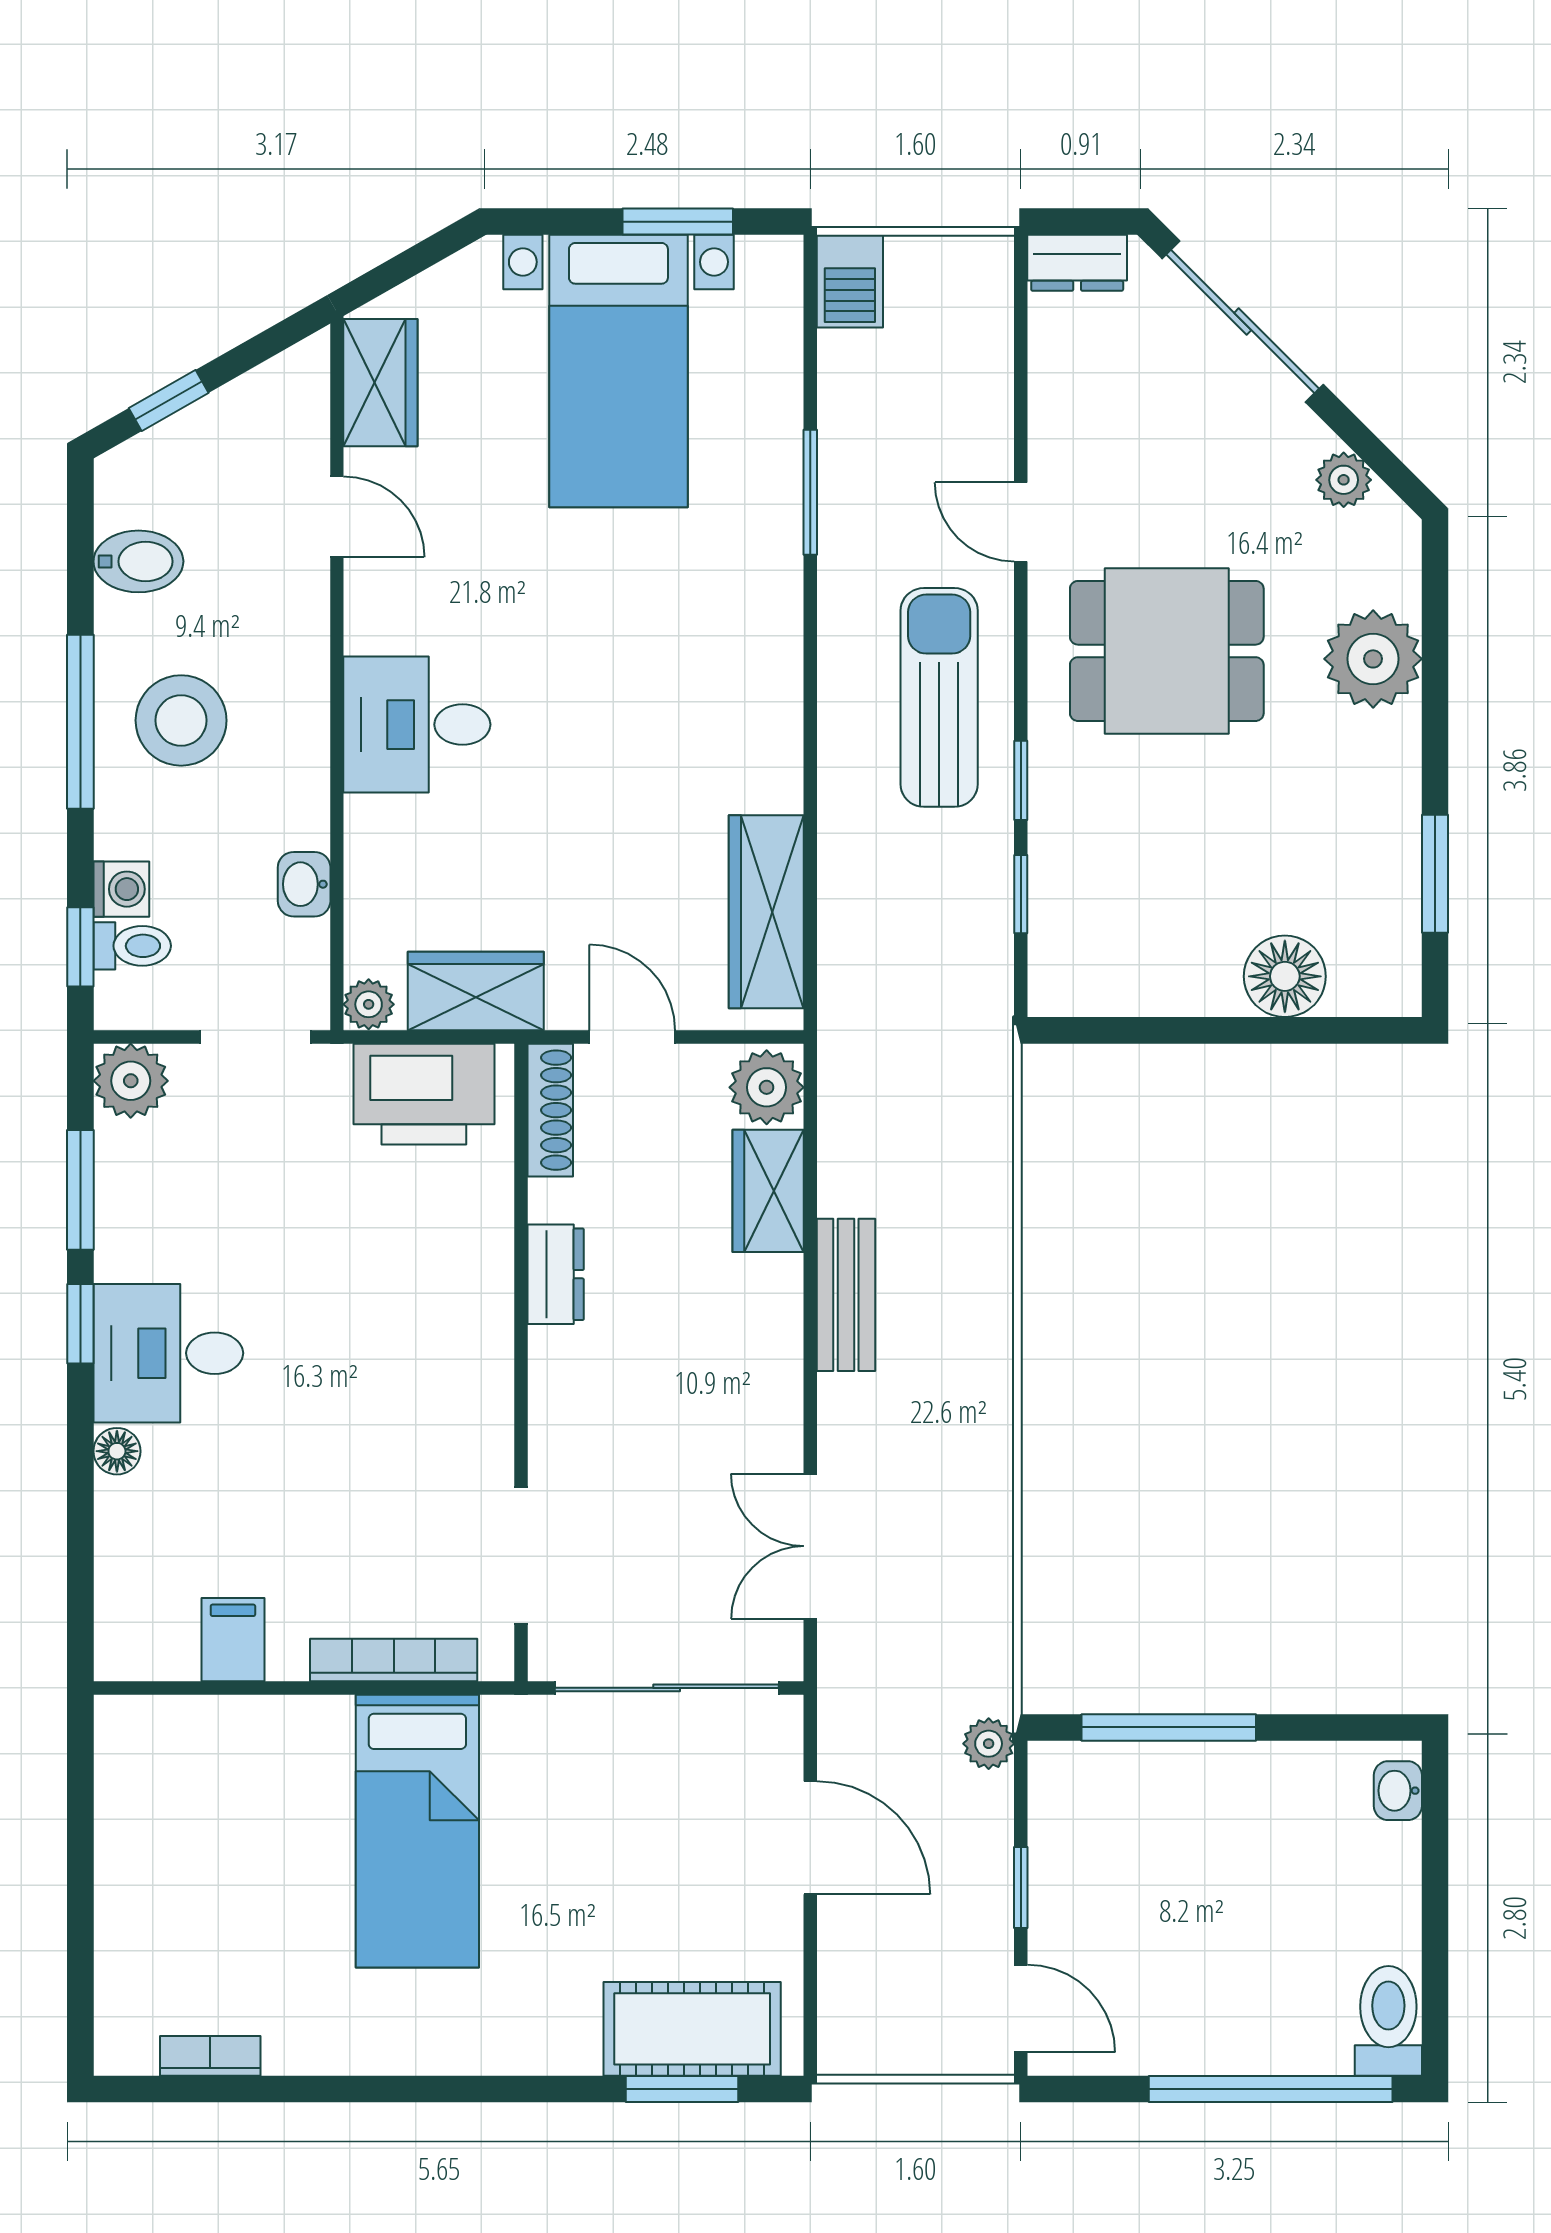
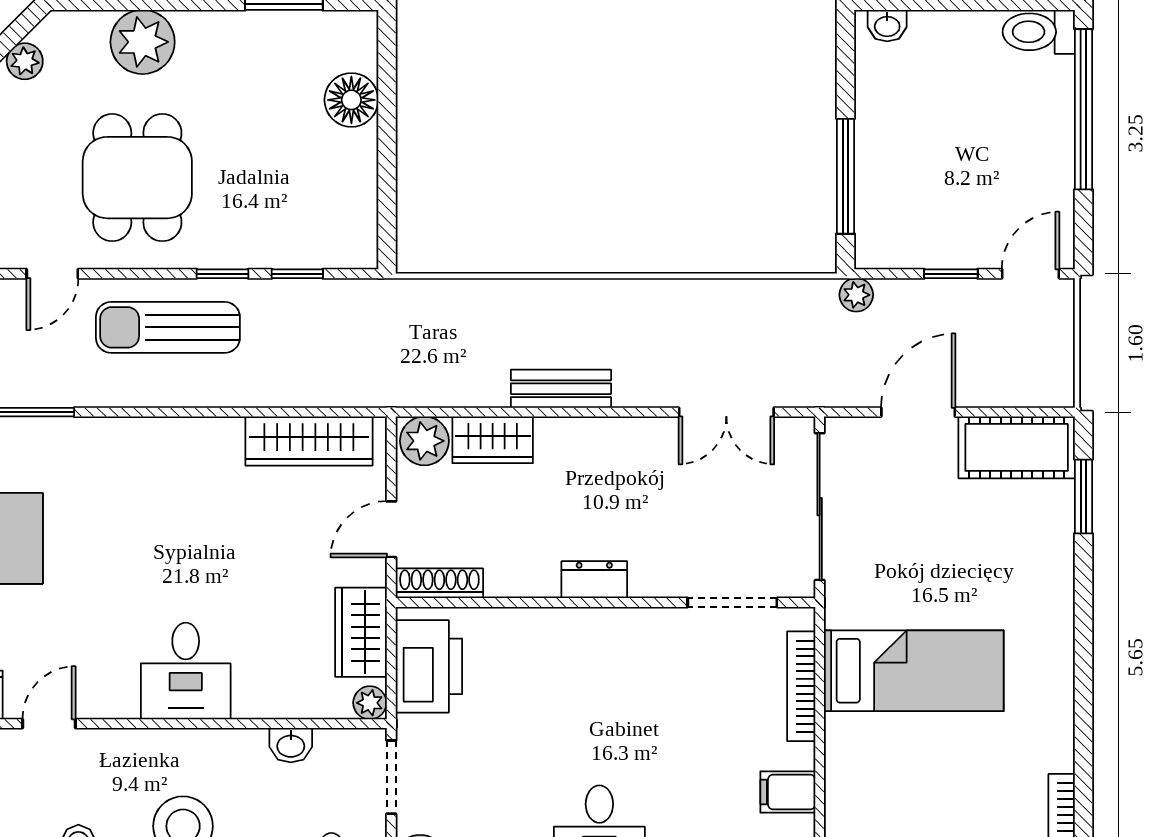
dresser: (556, 1274) -> (594, 580), moved
cot: (692, 2029) -> (1017, 447), moved, turned 90

